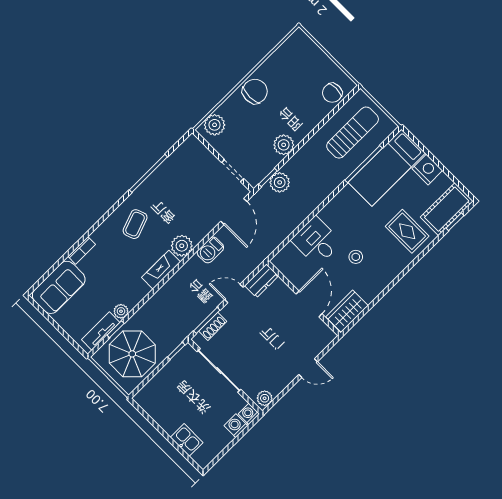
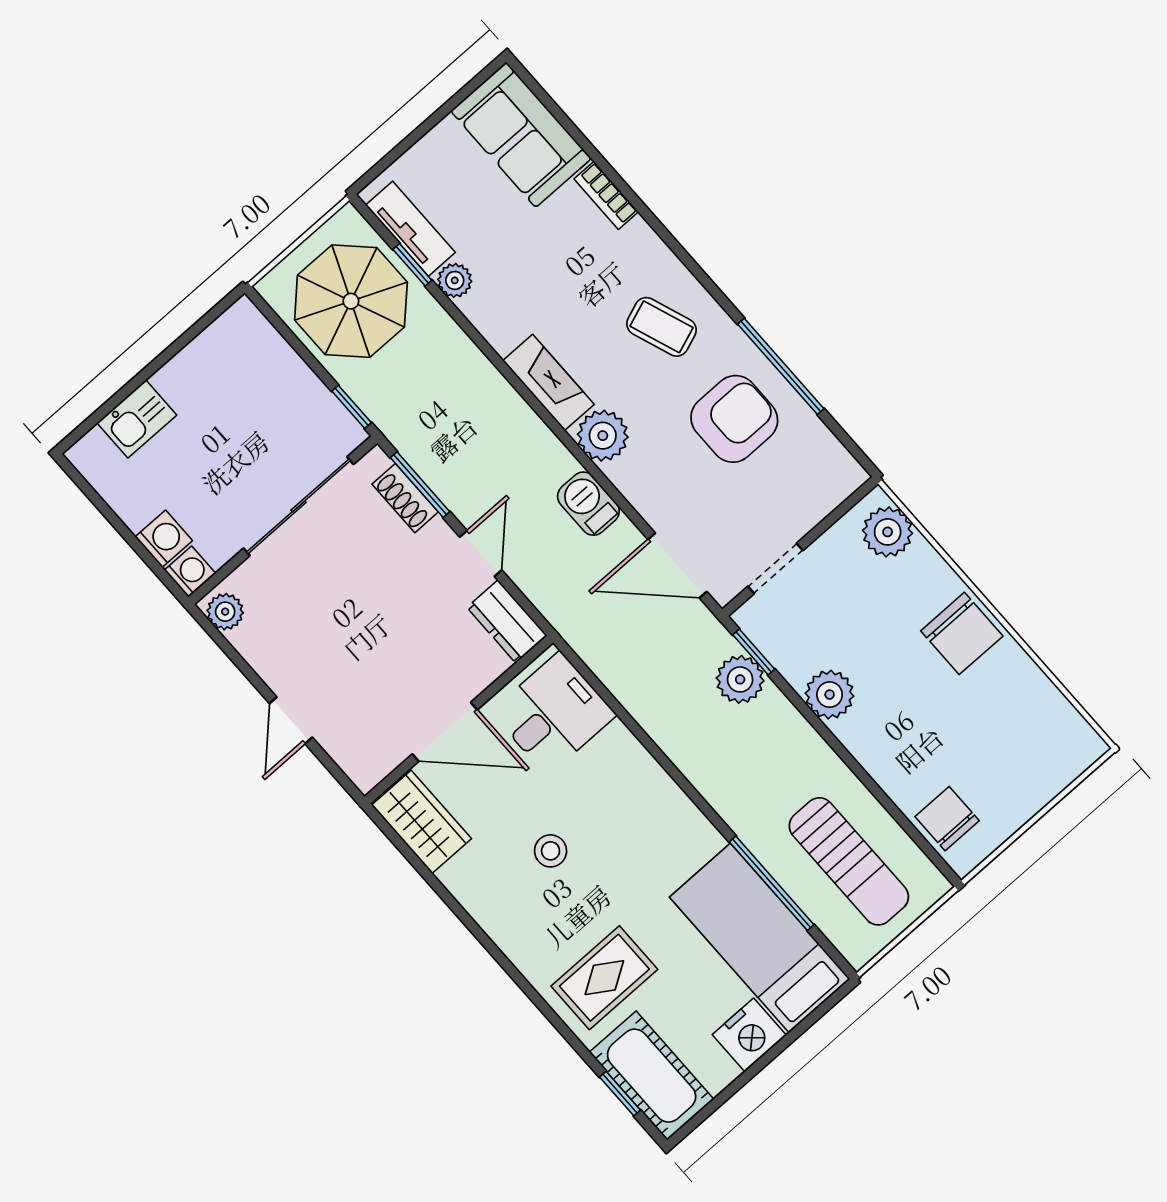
armchair: (171, 191) -> (734, 419), added
desk: (316, 241) -> (554, 713), moved

